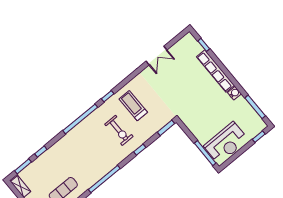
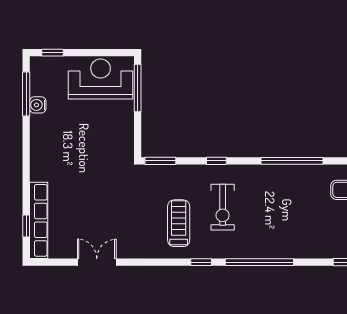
row of seats: (215, 71) -> (39, 220), moved
water cooler: (234, 93) -> (38, 105), moved
treadmill: (133, 106) -> (179, 223), turned 180
exercise bike: (119, 130) -> (223, 207), turned 180

